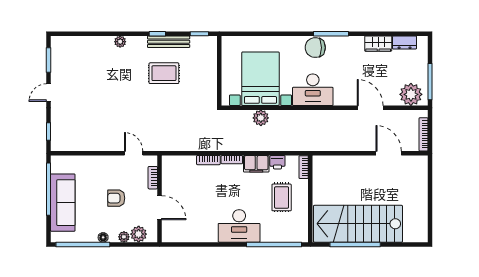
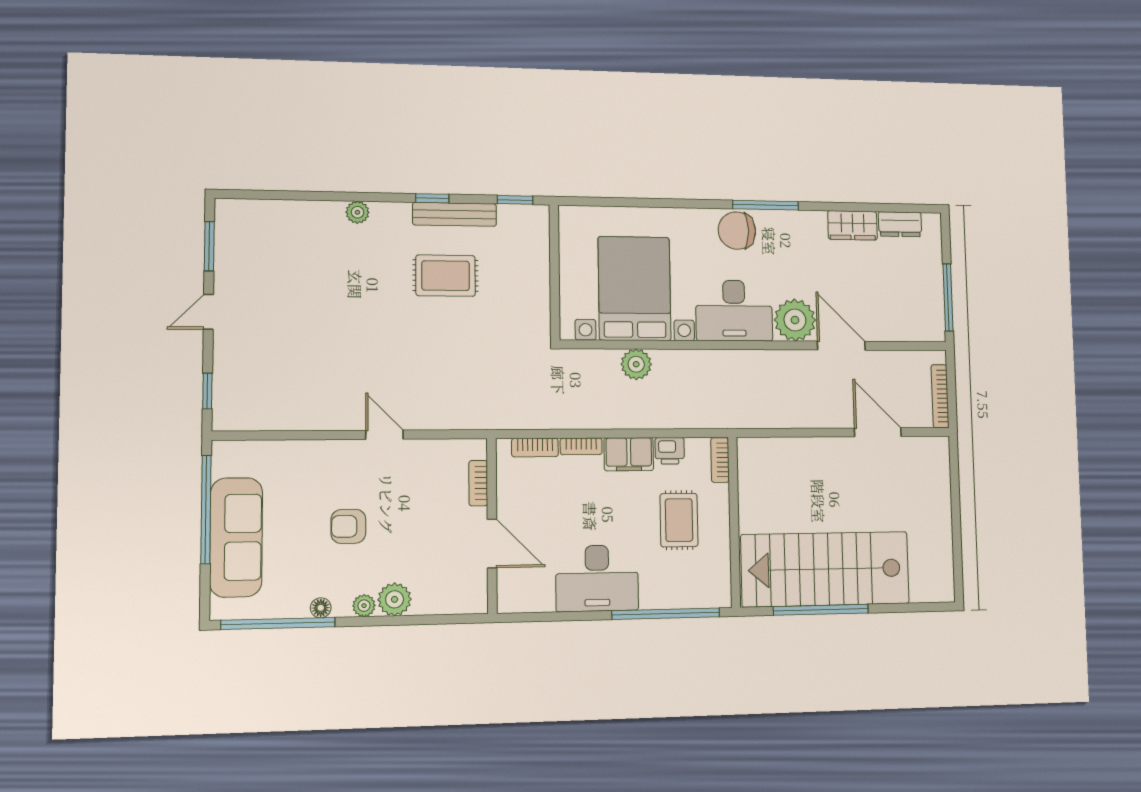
plant: (411, 94) -> (795, 320), moved
bookcase: (153, 178) -> (478, 483), moved
wall: (159, 199) -> (492, 526), moved
door: (159, 208) -> (492, 543), moved

